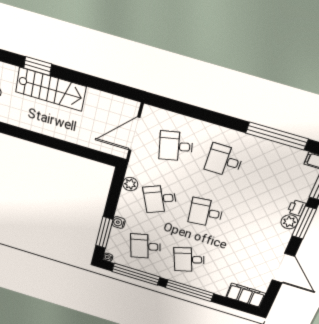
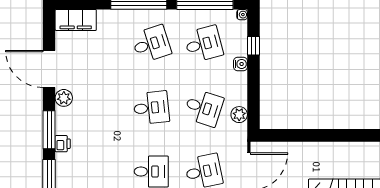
desk: (160, 199) -> (204, 108), turned 42
plant: (289, 222) -> (64, 98), moved
window: (104, 233) -> (253, 46), width x0.46

